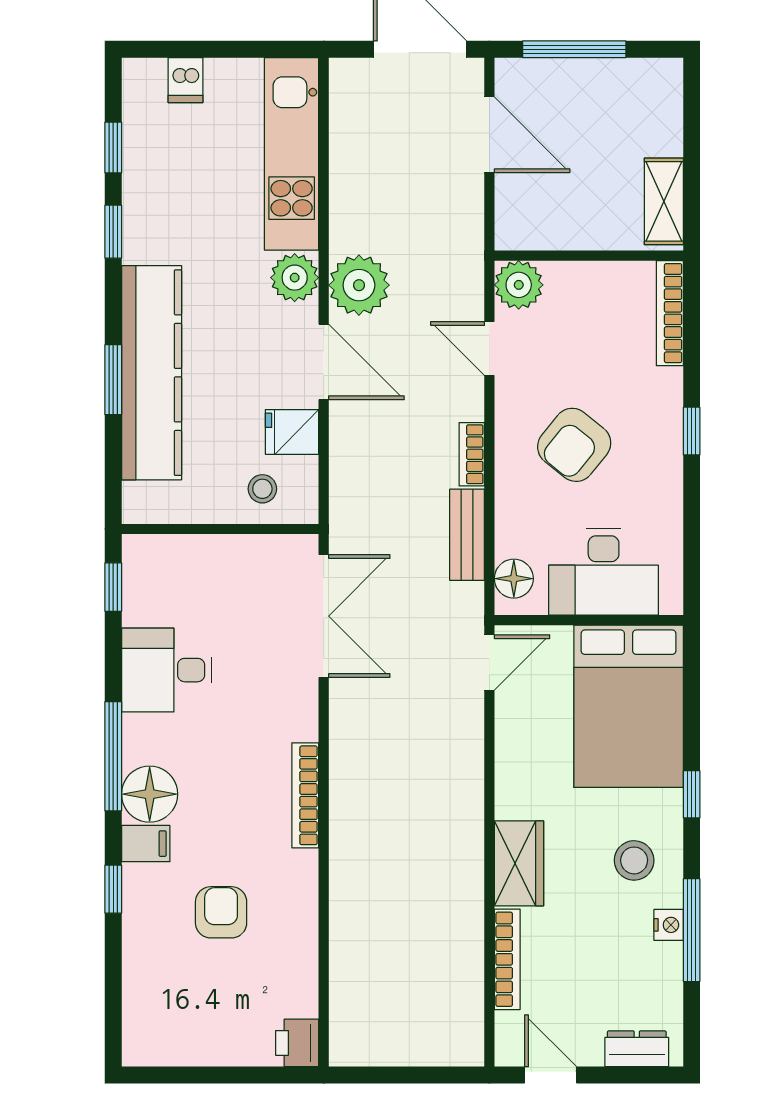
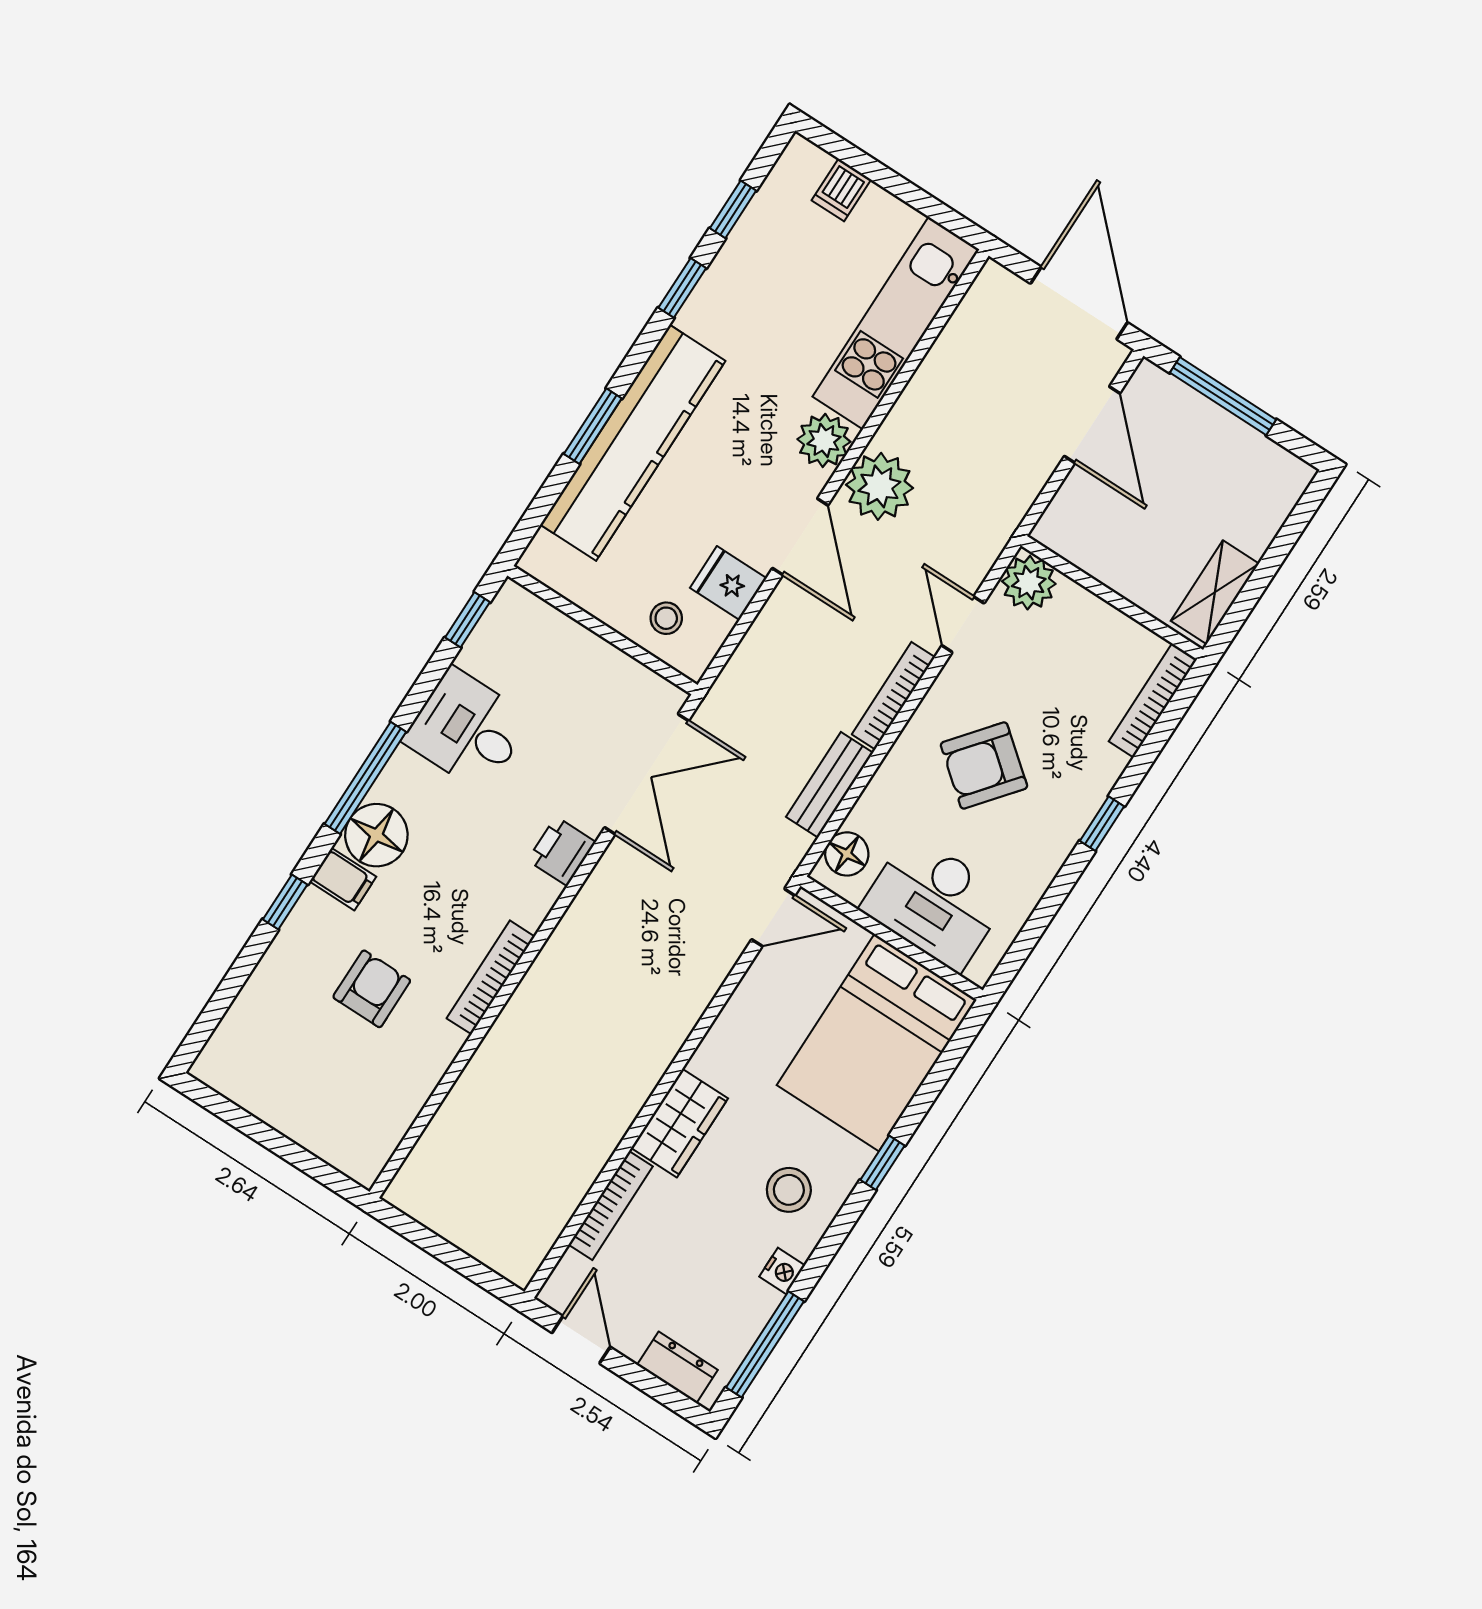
bookcase: (472, 454) -> (893, 696), width x1.56
bookcase: (305, 795) -> (491, 977), moved
window: (692, 930) -> (765, 1344), moved
printer: (297, 1043) -> (562, 851), moved

